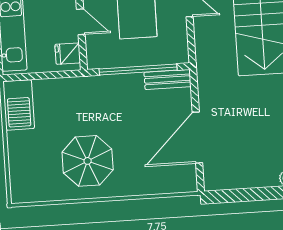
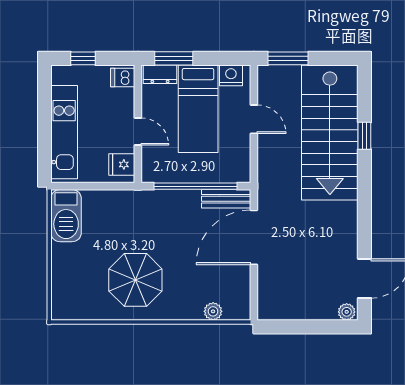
door: (197, 138) -> (254, 237), moved
plant: (162, 186) -> (213, 311), added

